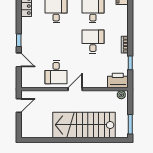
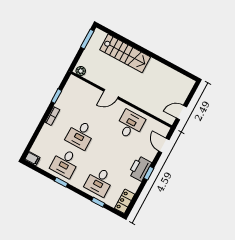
door: (19, 60) -> (164, 145), moved
printer: (118, 81) -> (140, 168), moved, turned 90
door: (75, 89) -> (111, 94), moved
stairs: (84, 125) -> (125, 53), width x0.73, depth x0.66

